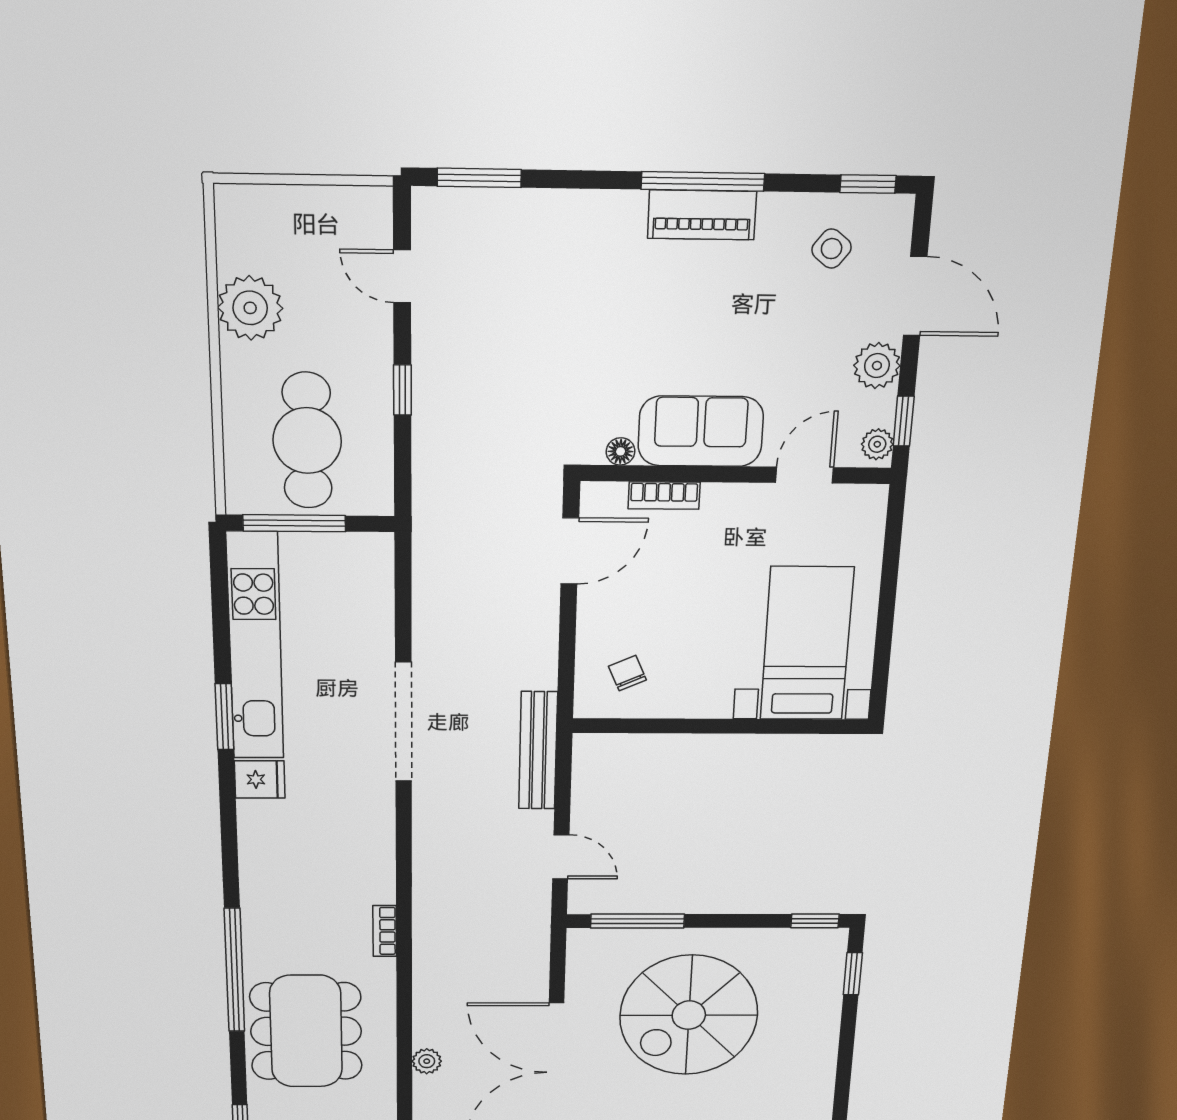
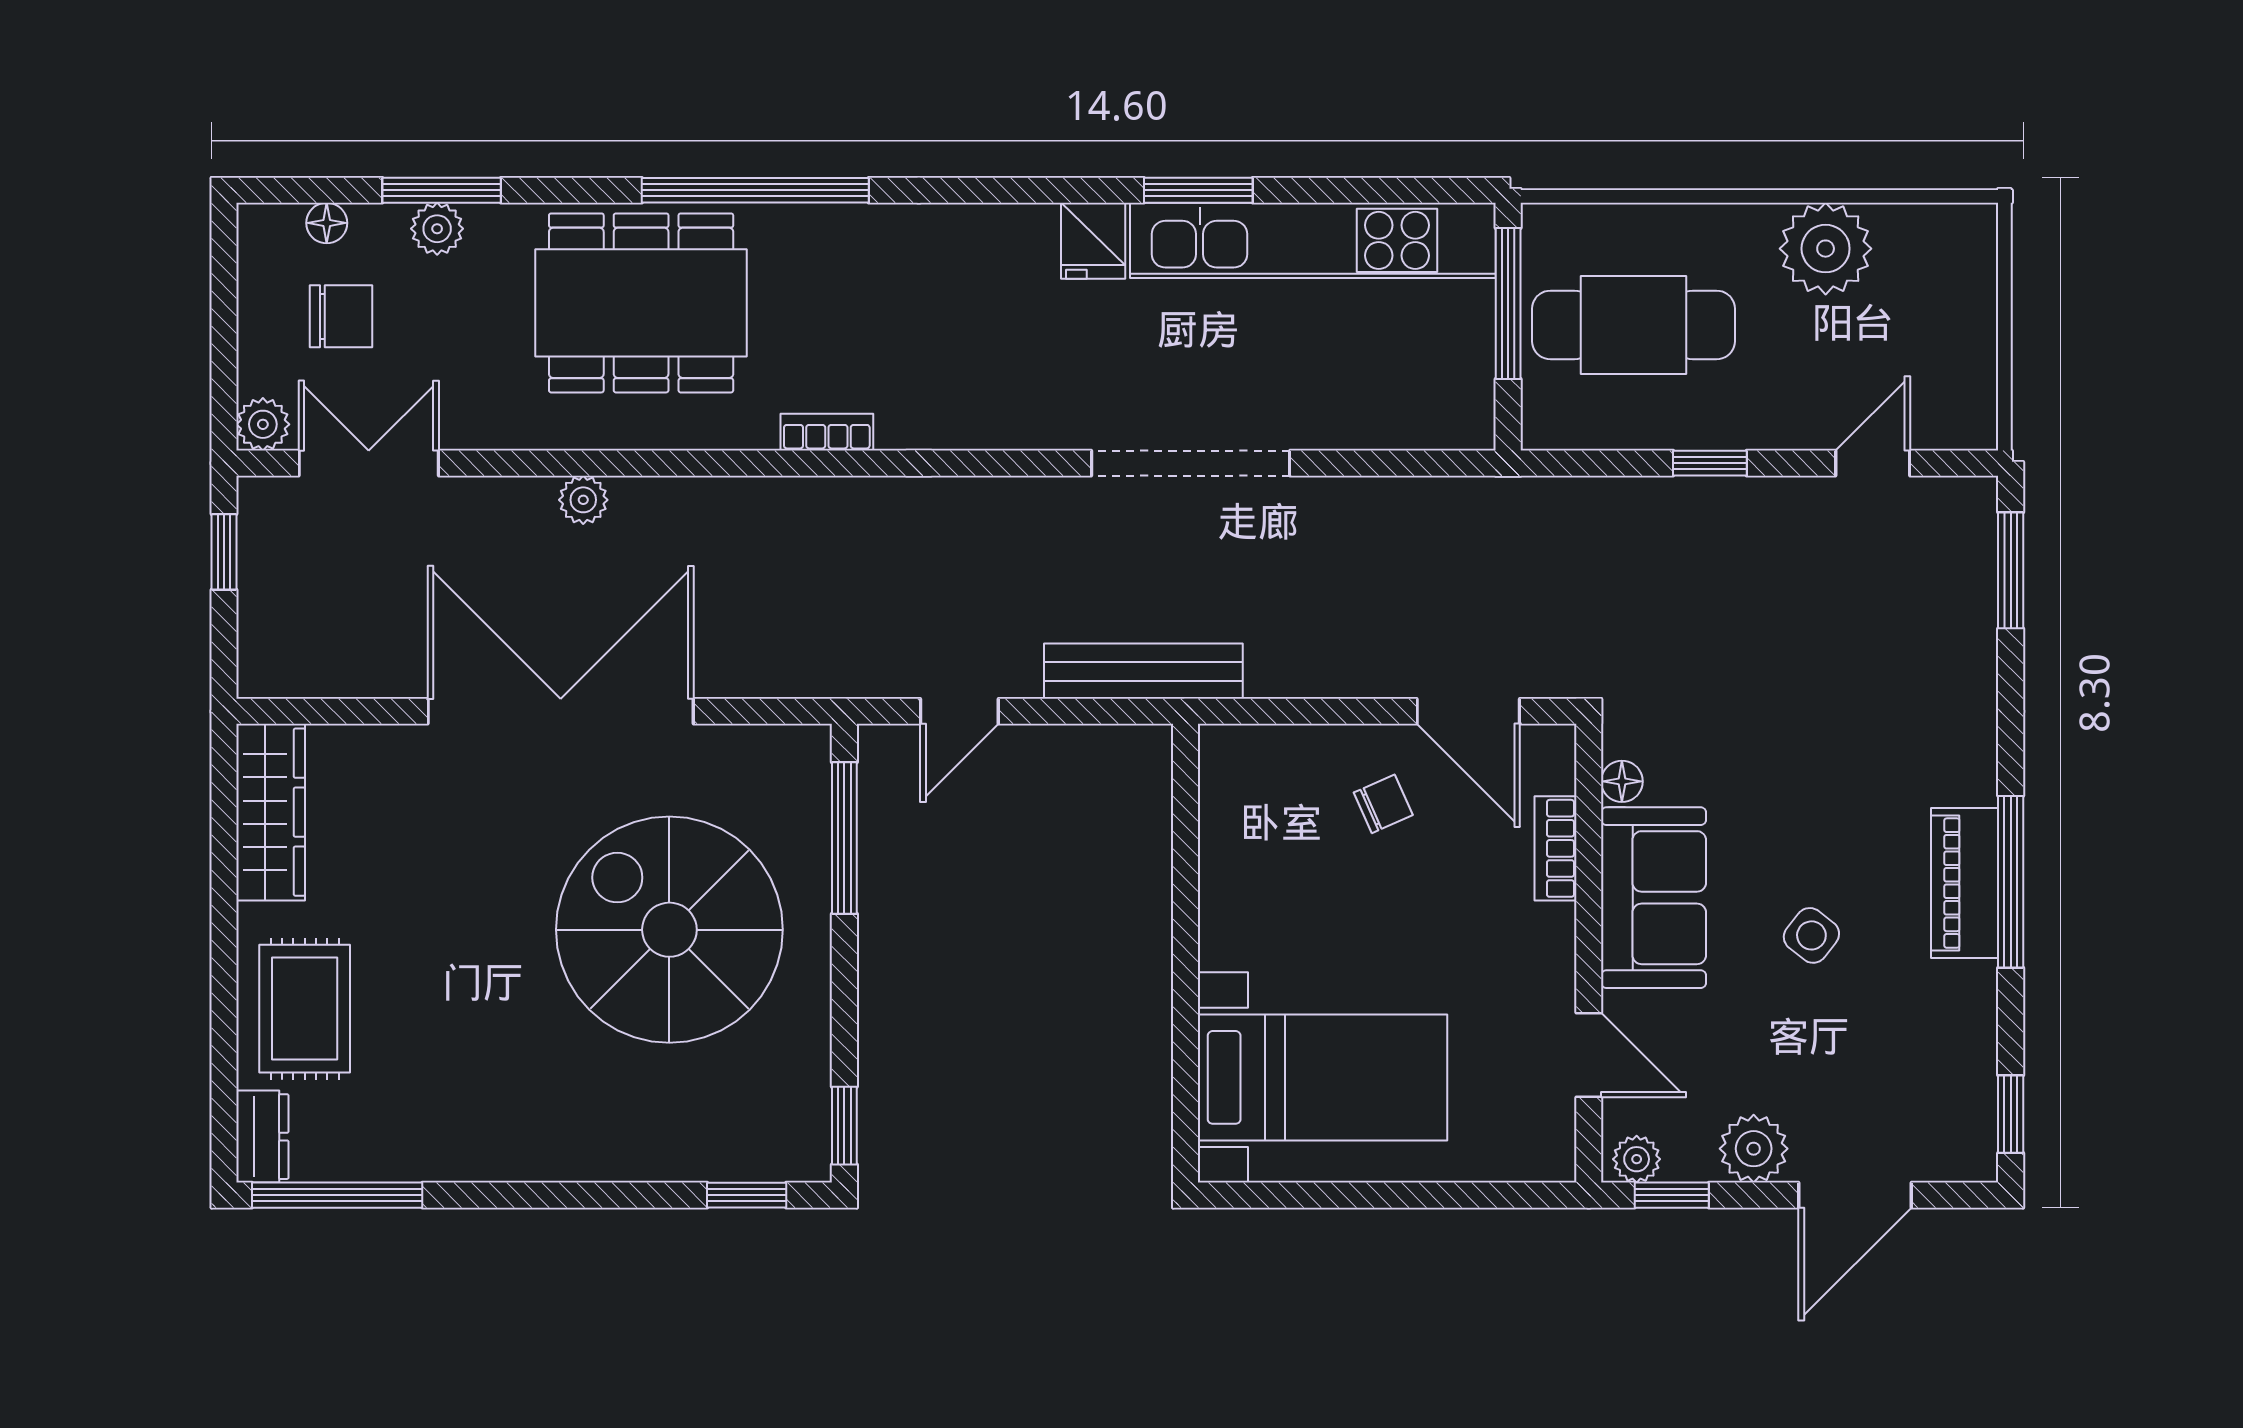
side table: (832, 249) -> (1811, 935), moved
chair: (627, 673) -> (1383, 804), moved

